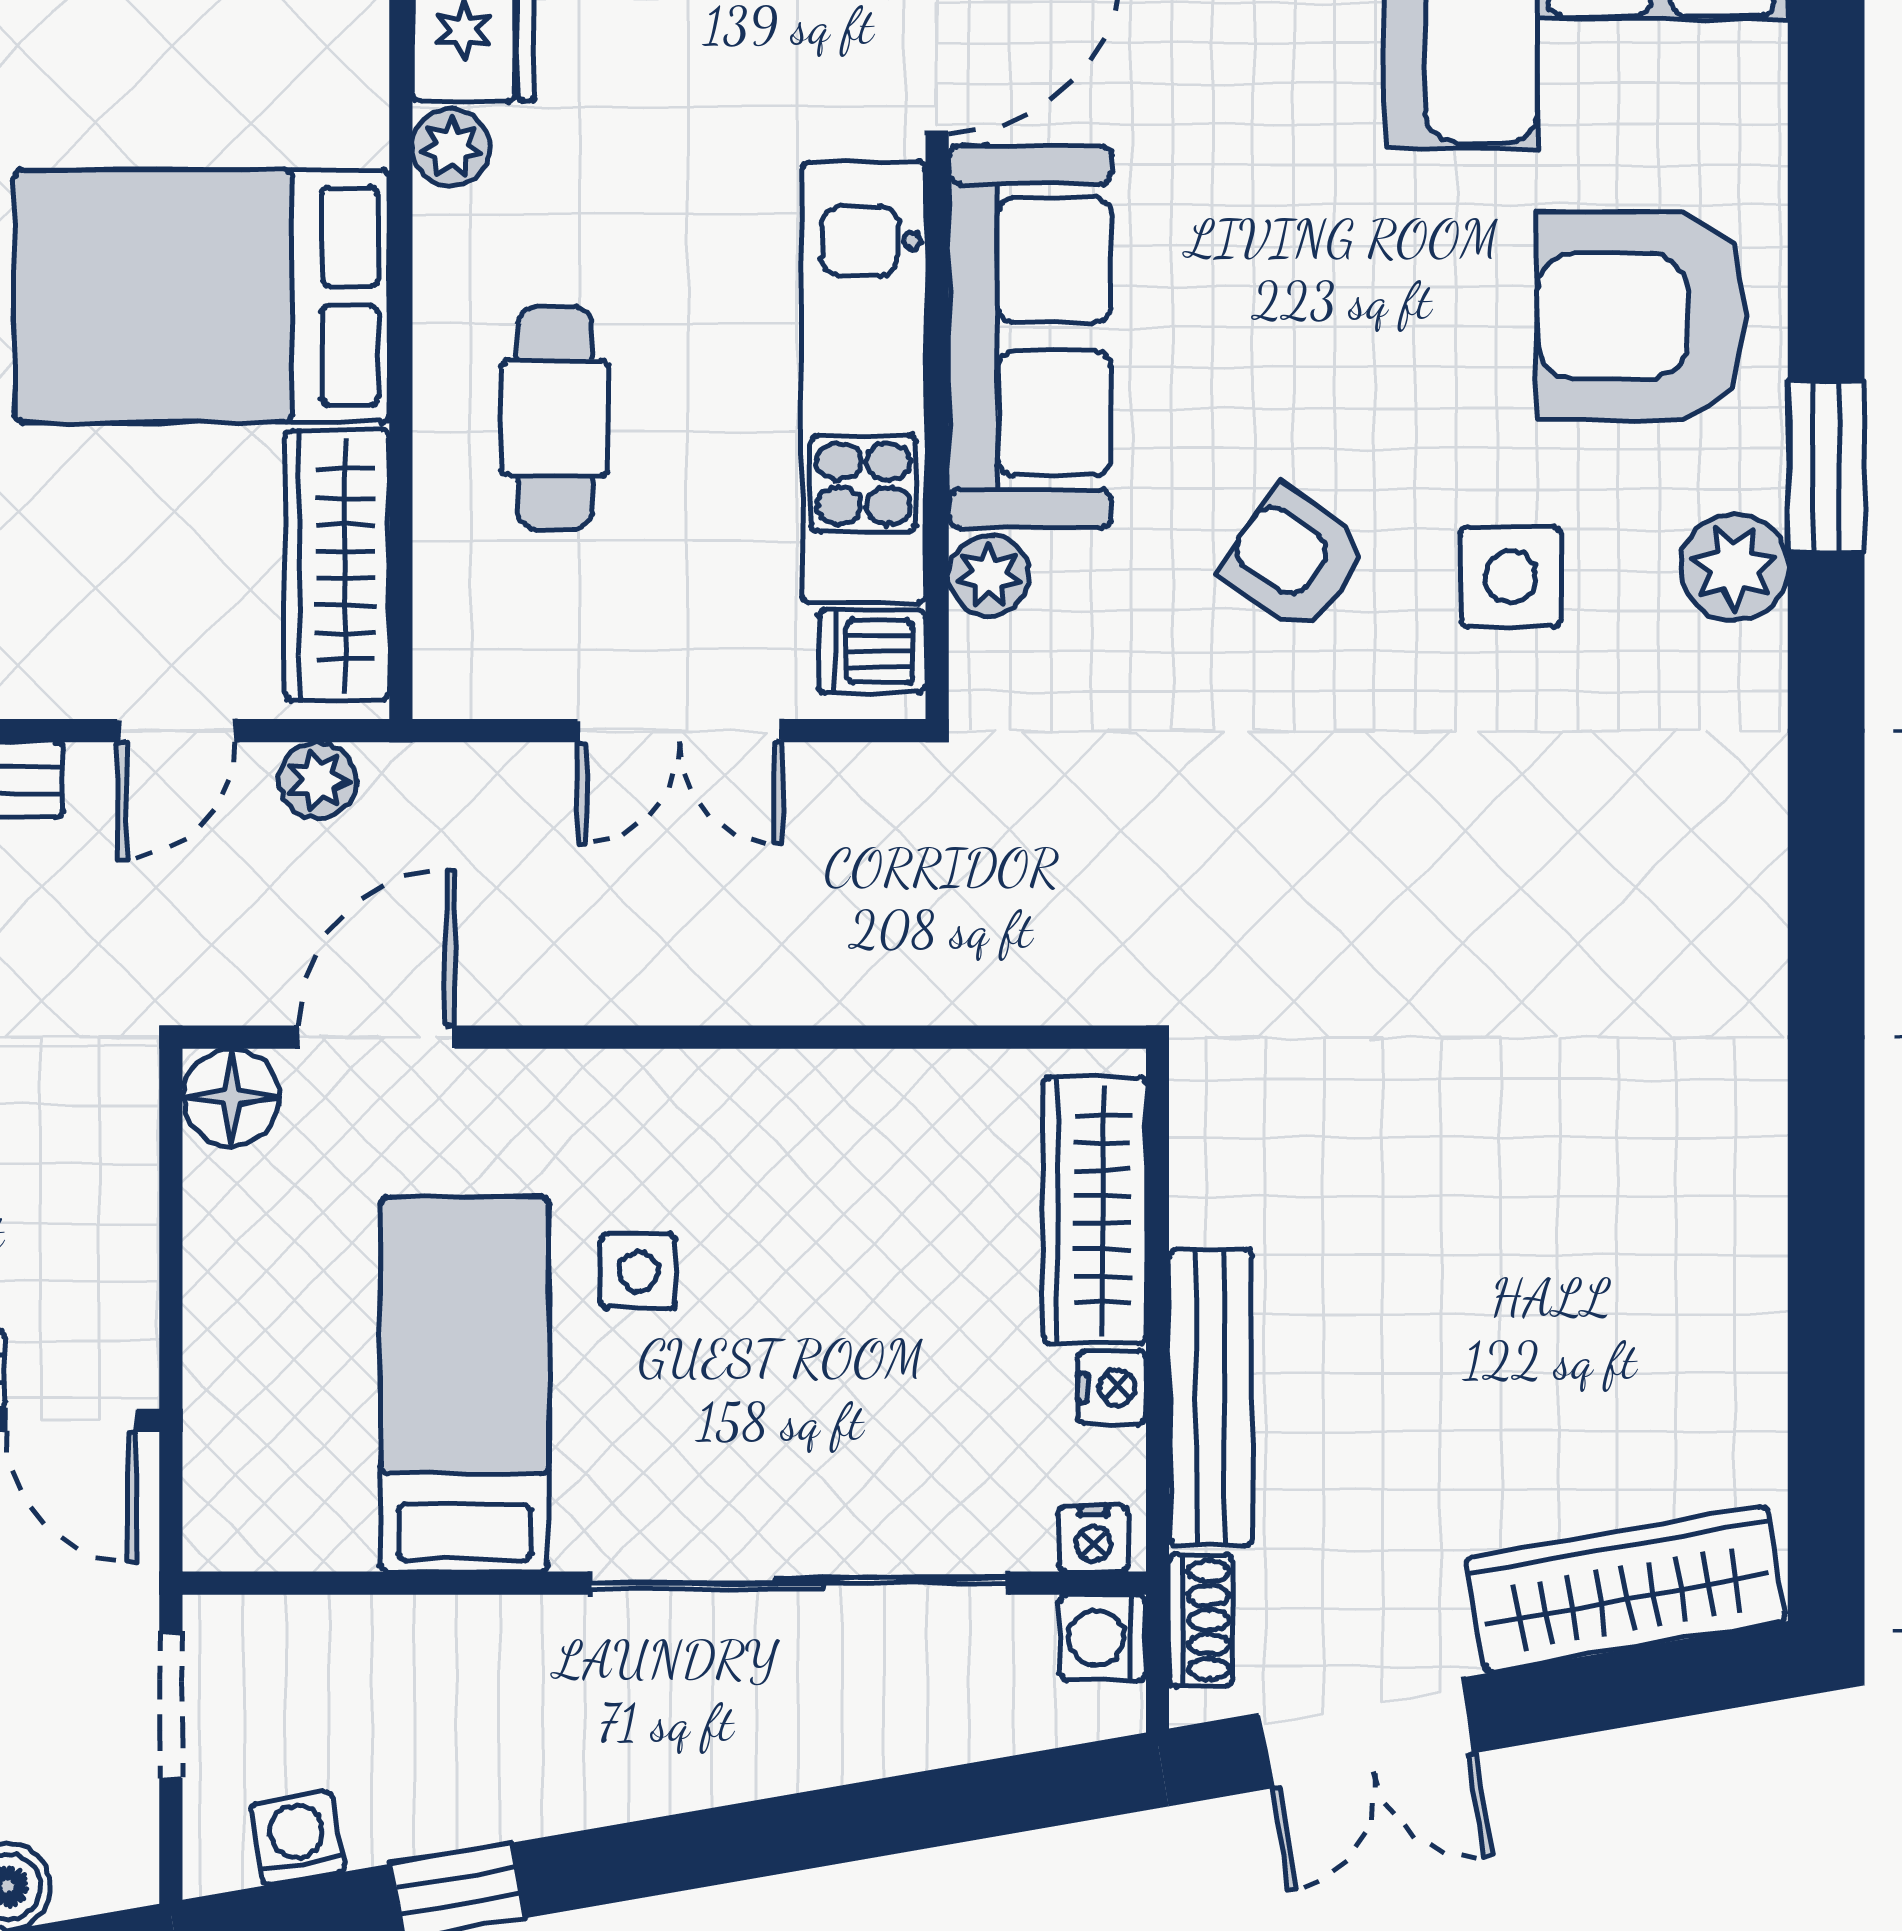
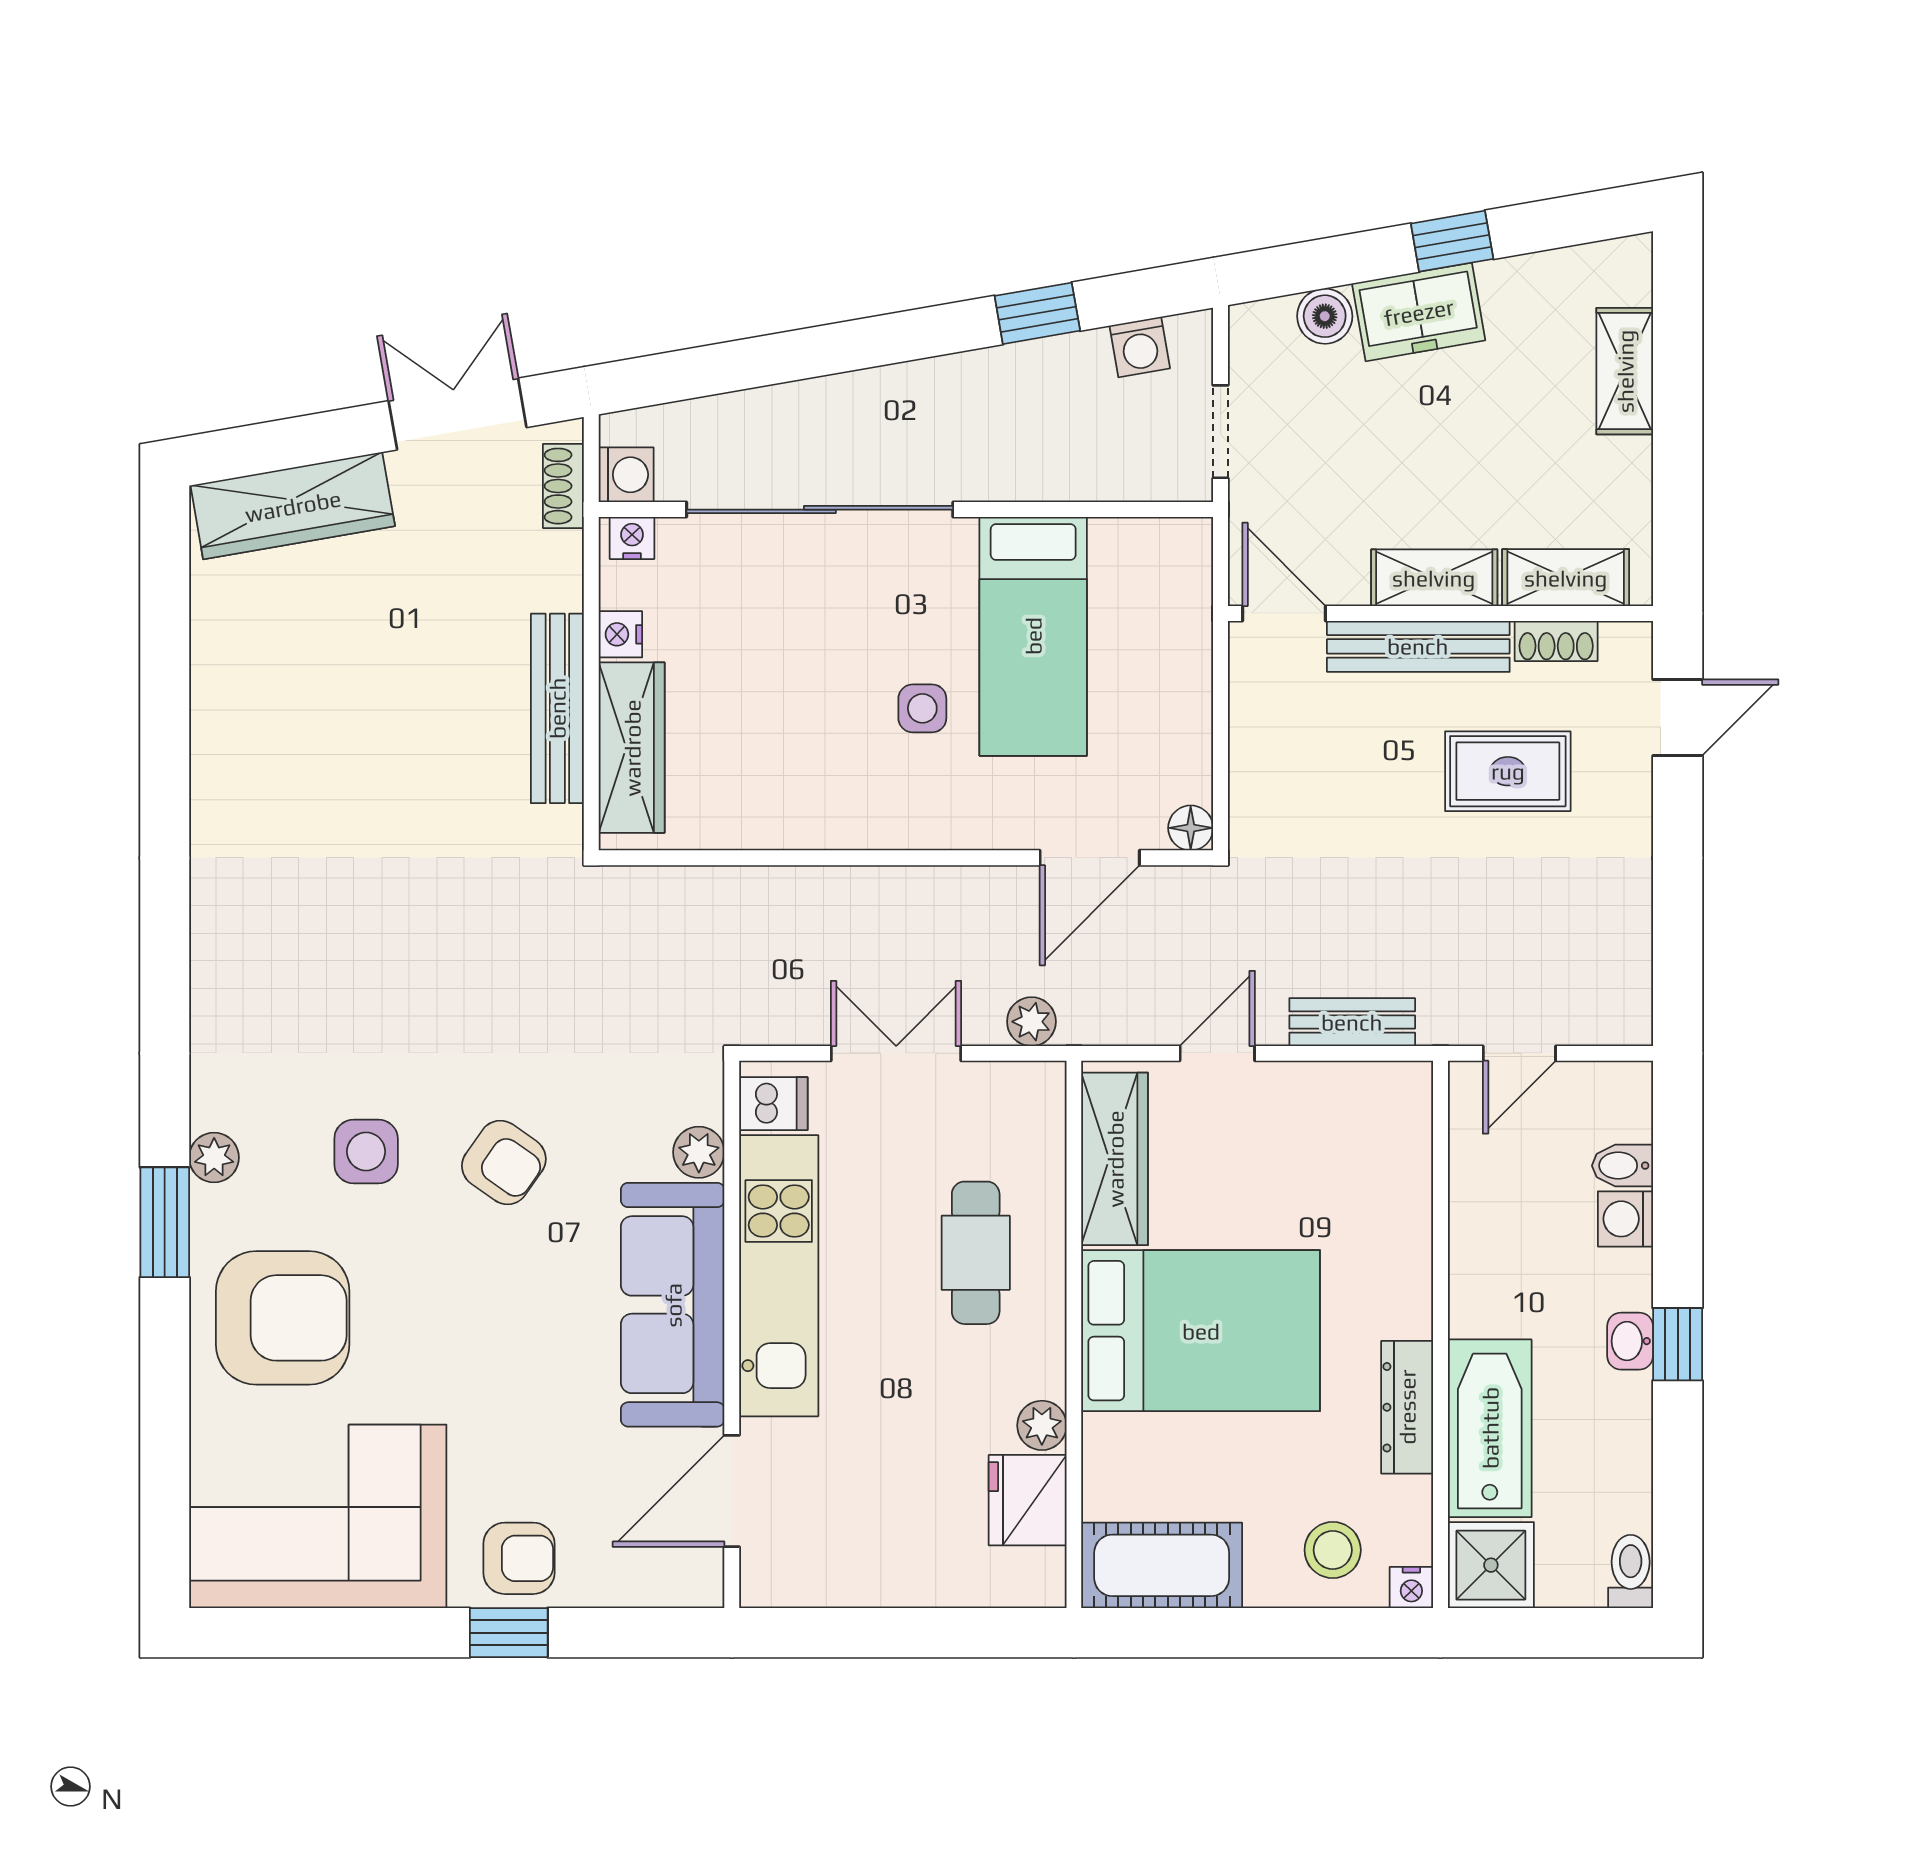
plant: (1734, 567) -> (214, 1157), width x0.73, depth x0.73
plant: (318, 780) -> (1031, 1022), moved
floor lamp: (231, 1097) -> (1191, 828), width x0.73, depth x0.73
bench: (1211, 1398) -> (557, 708), moved

